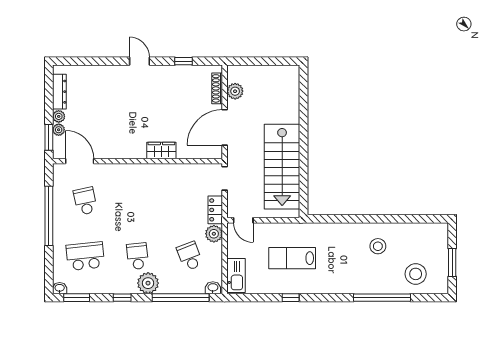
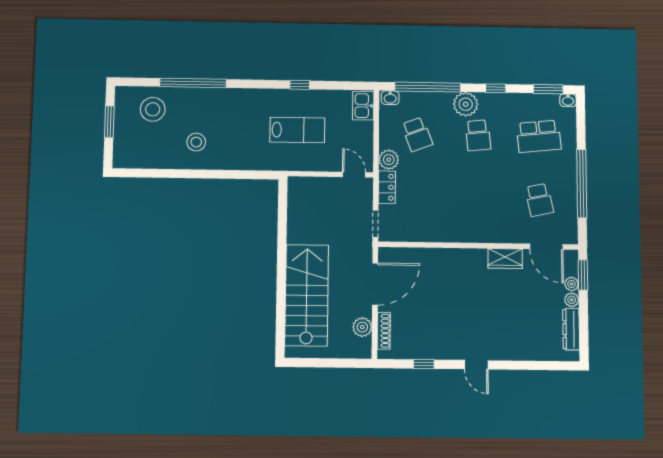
wardrobe: (161, 151) -> (505, 259), moved
stairs: (282, 167) -> (307, 295), moved
kitchen sink: (236, 276) -> (363, 106), width x0.73

